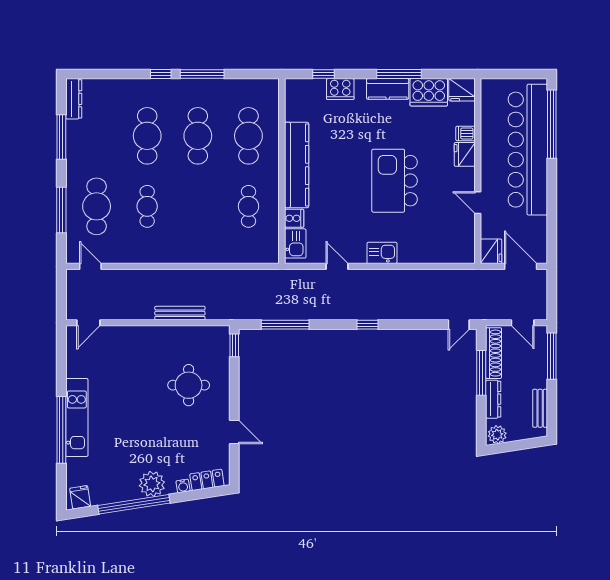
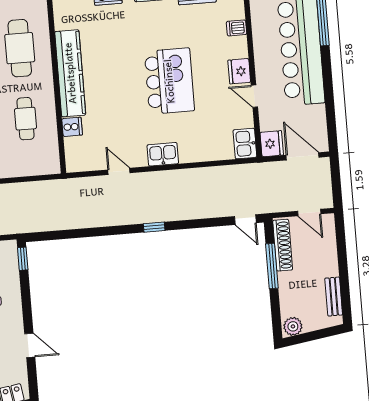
fridge: (465, 154) -> (239, 71), moved
kitchen island: (395, 181) -> (169, 81), turned 180
kitchen sink: (295, 243) -> (245, 144), moved, turned 180
window: (285, 325) -> (72, 234), removed
door: (459, 325) -> (245, 220), hinge flipped
window: (552, 356) -> (341, 243), removed
dresser: (493, 399) -> (286, 291), removed

